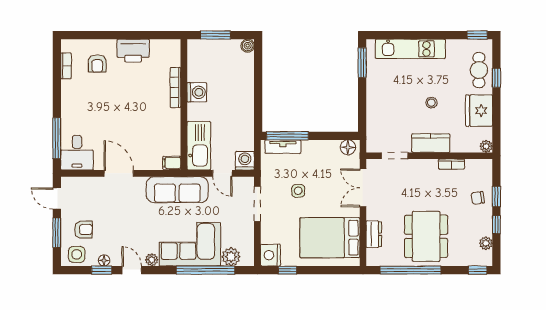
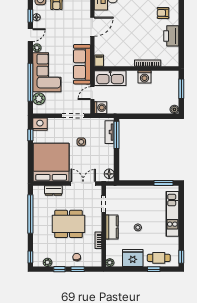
dining table: (426, 236) -> (69, 224), moved
bed: (330, 238) -> (51, 162), width x1.36

